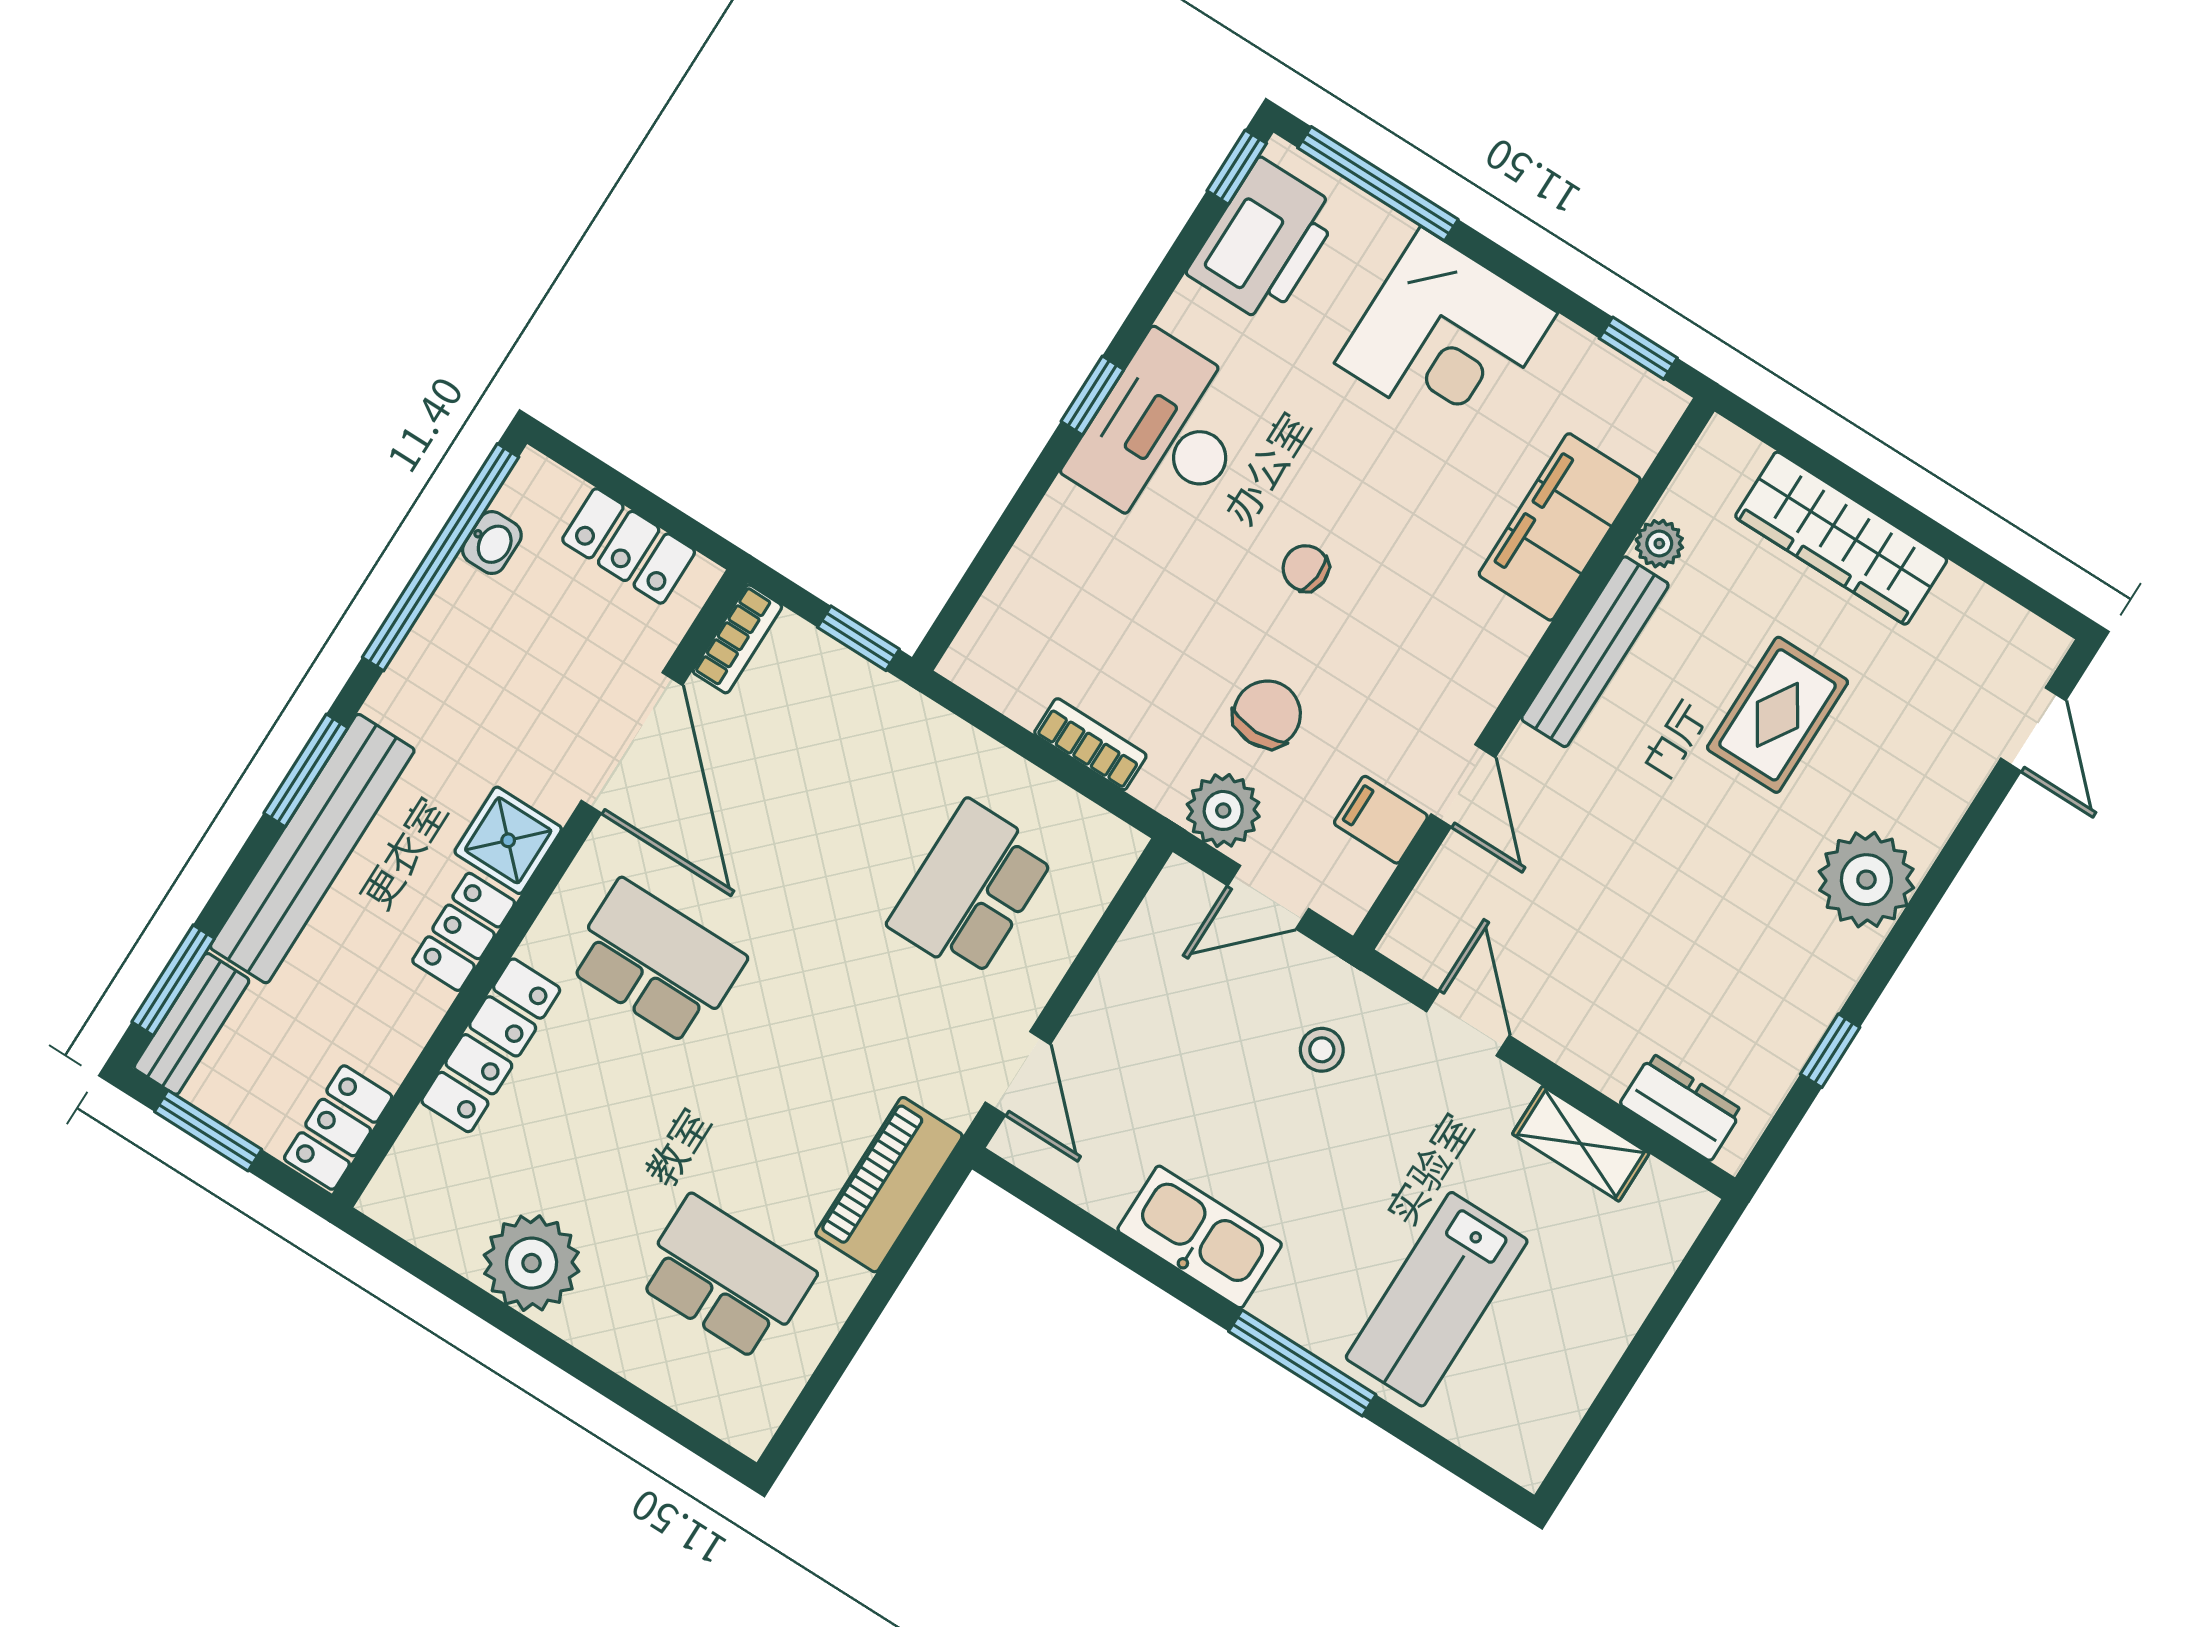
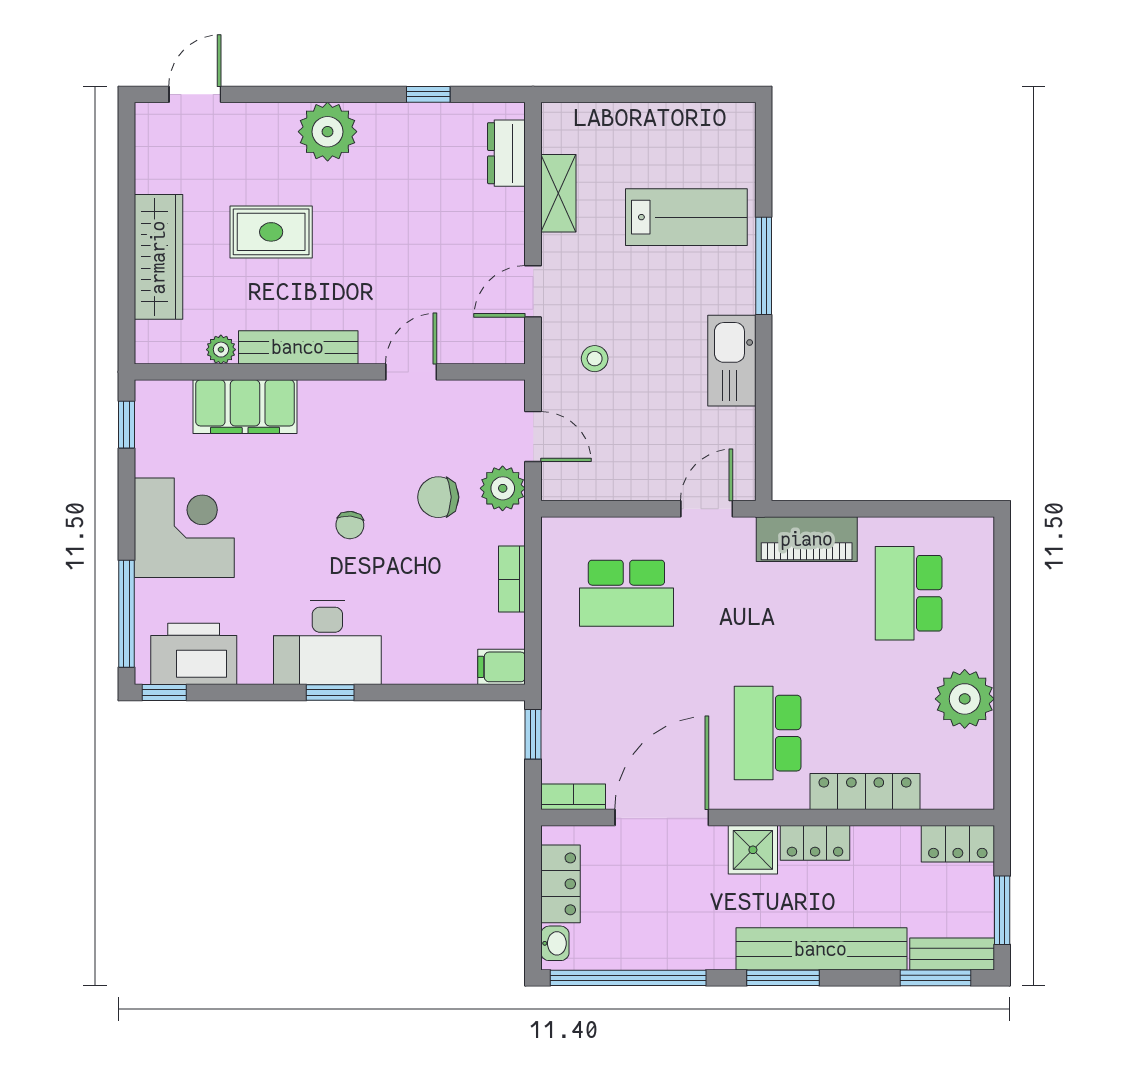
washbasin: (492, 543) -> (555, 943), moved, turned 90
filing cabinet: (1381, 820) -> (502, 667), moved, turned 90

